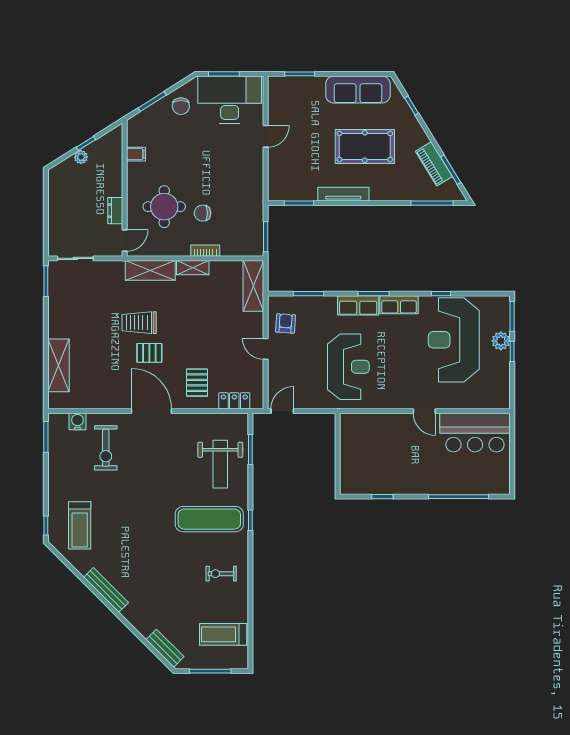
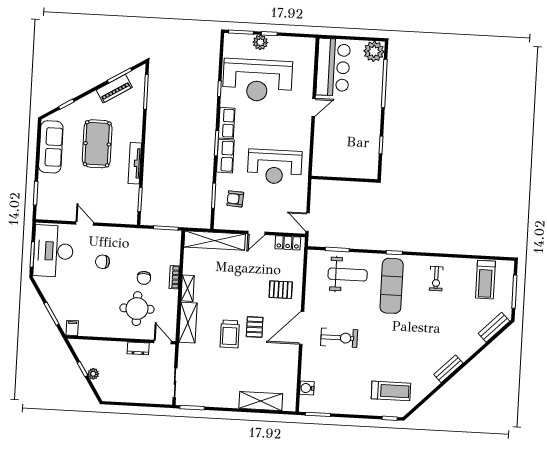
chair: (181, 106) -> (103, 262), moved, turned 180
filing cabinet: (136, 154) -> (72, 328), moved
shelving: (253, 286) -> (215, 241), width x1.47
armchair: (286, 323) -> (235, 199), moved
reception desk: (348, 367) -> (275, 167), turned 180
locker: (234, 401) -> (288, 243), moved, turned -90
exercise bike: (106, 448) -> (339, 338), moved
plant: (497, 482) -> (374, 51), added
bench: (106, 590) -> (448, 369), width x0.73

